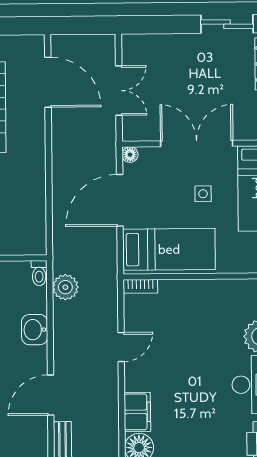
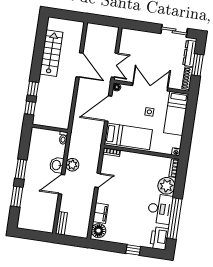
door: (48, 82) -> (79, 65), moved
double door: (119, 91) -> (115, 65), moved
plant: (65, 287) -> (72, 165), moved
door: (51, 395) -> (62, 184), moved

